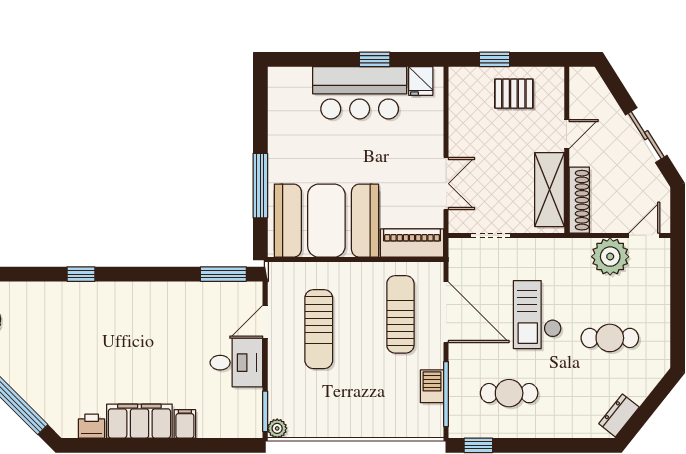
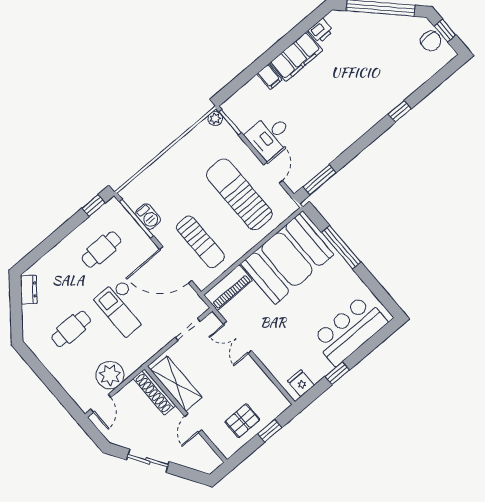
bar counter: (360, 93) -> (350, 330), moved
checkout: (537, 315) -> (123, 307), turned 180
sun lounger: (319, 329) -> (239, 194), width x1.36, depth x1.34

